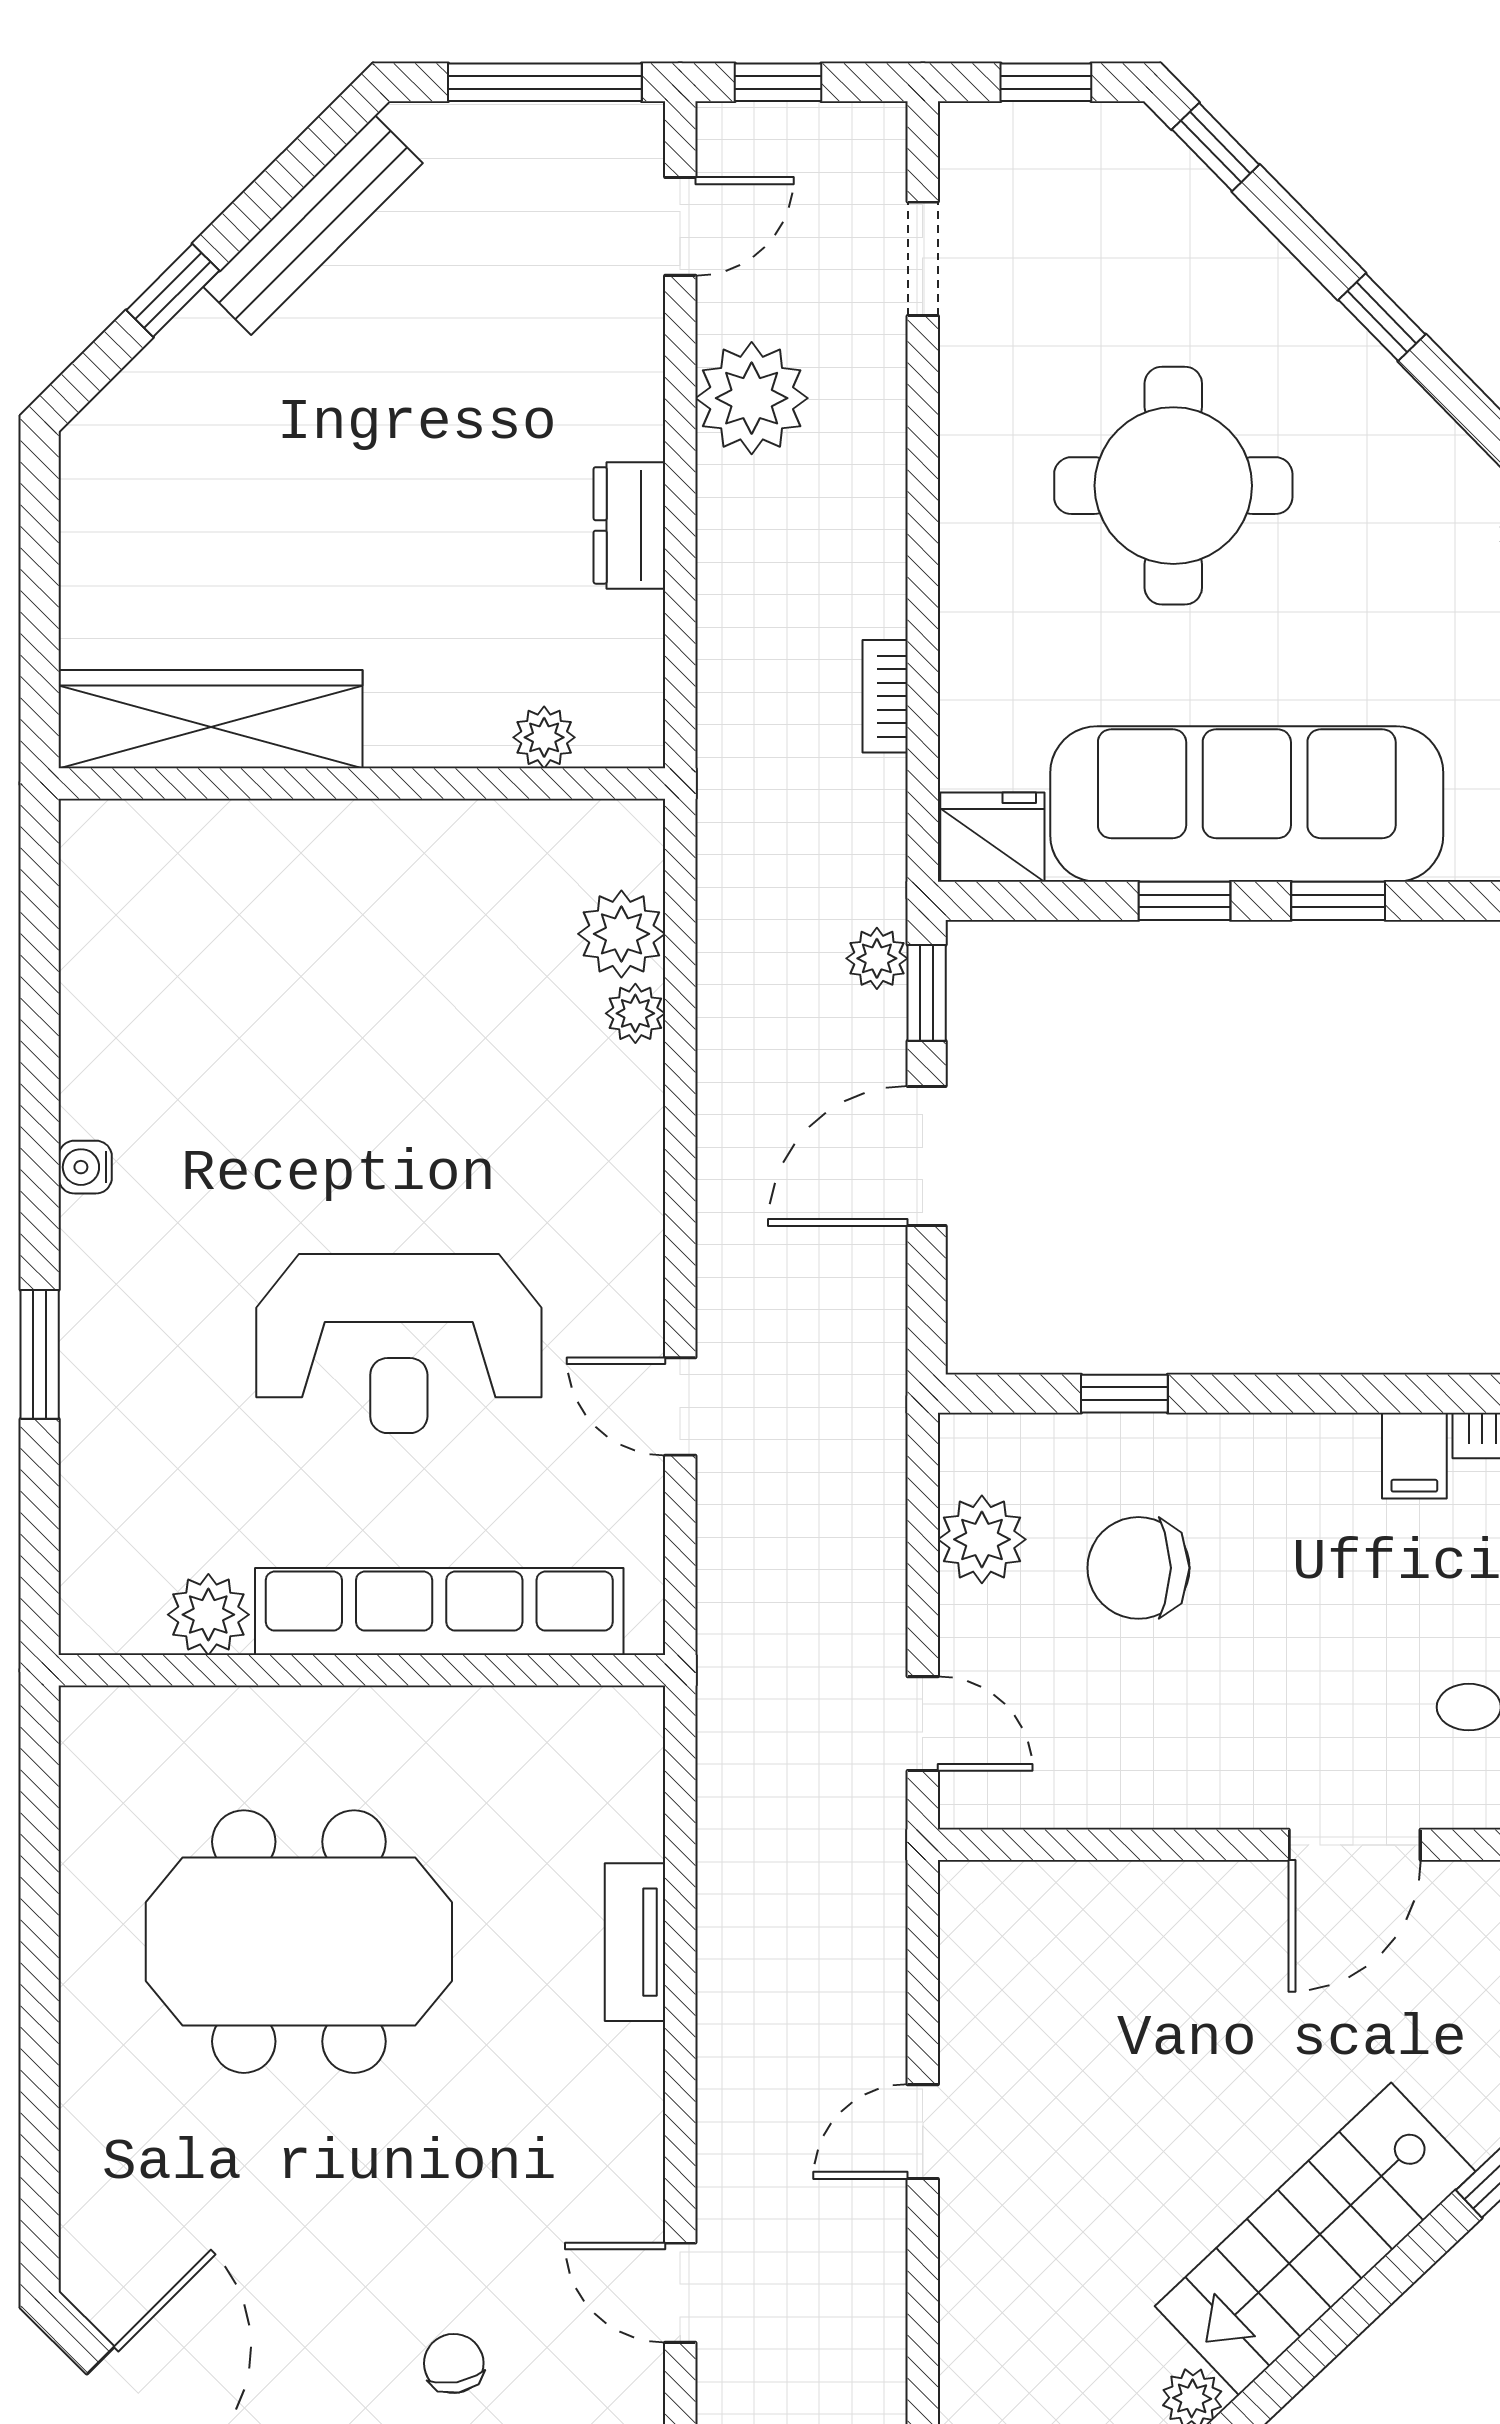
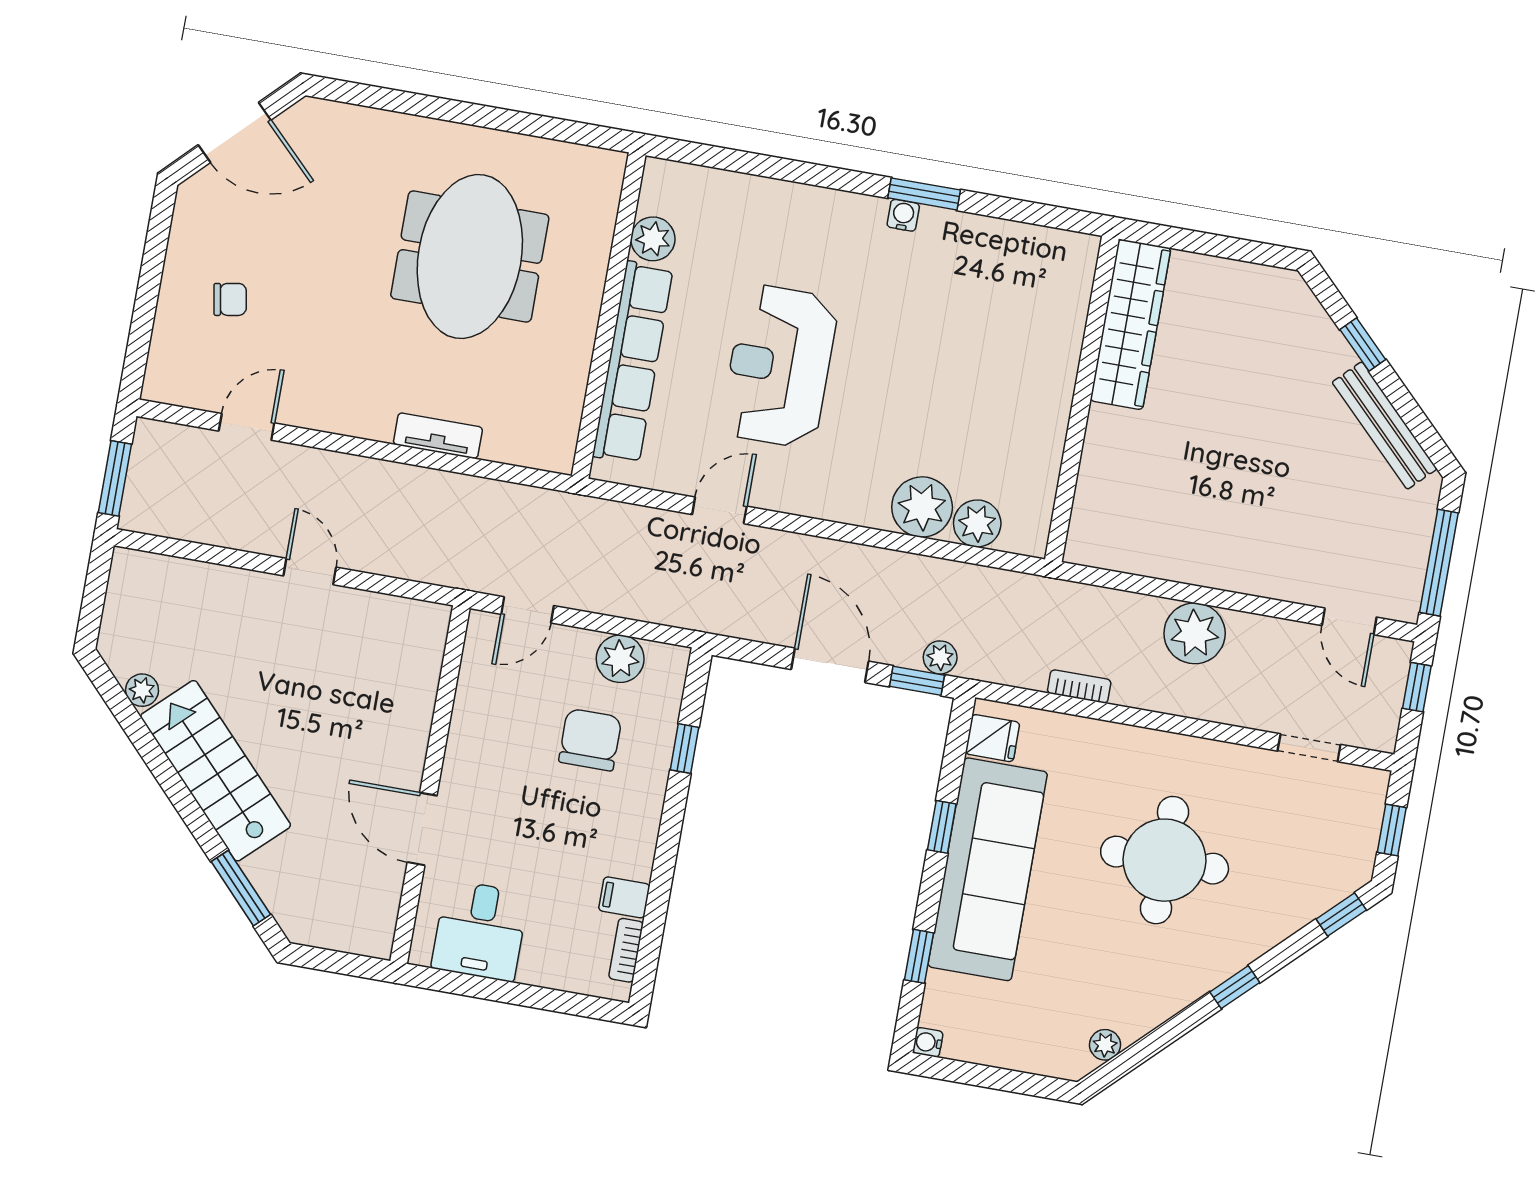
plant: (752, 398) -> (1195, 633), moved
dresser: (629, 525) -> (1194, 566), removed
plant: (544, 737) -> (1089, 501), removed
fridge: (992, 837) -> (993, 738), width x0.72
window: (1338, 901) -> (919, 956), moved
plant: (635, 1013) -> (922, 507), width x1.87, depth x1.87
window: (40, 1354) -> (924, 194), moved

